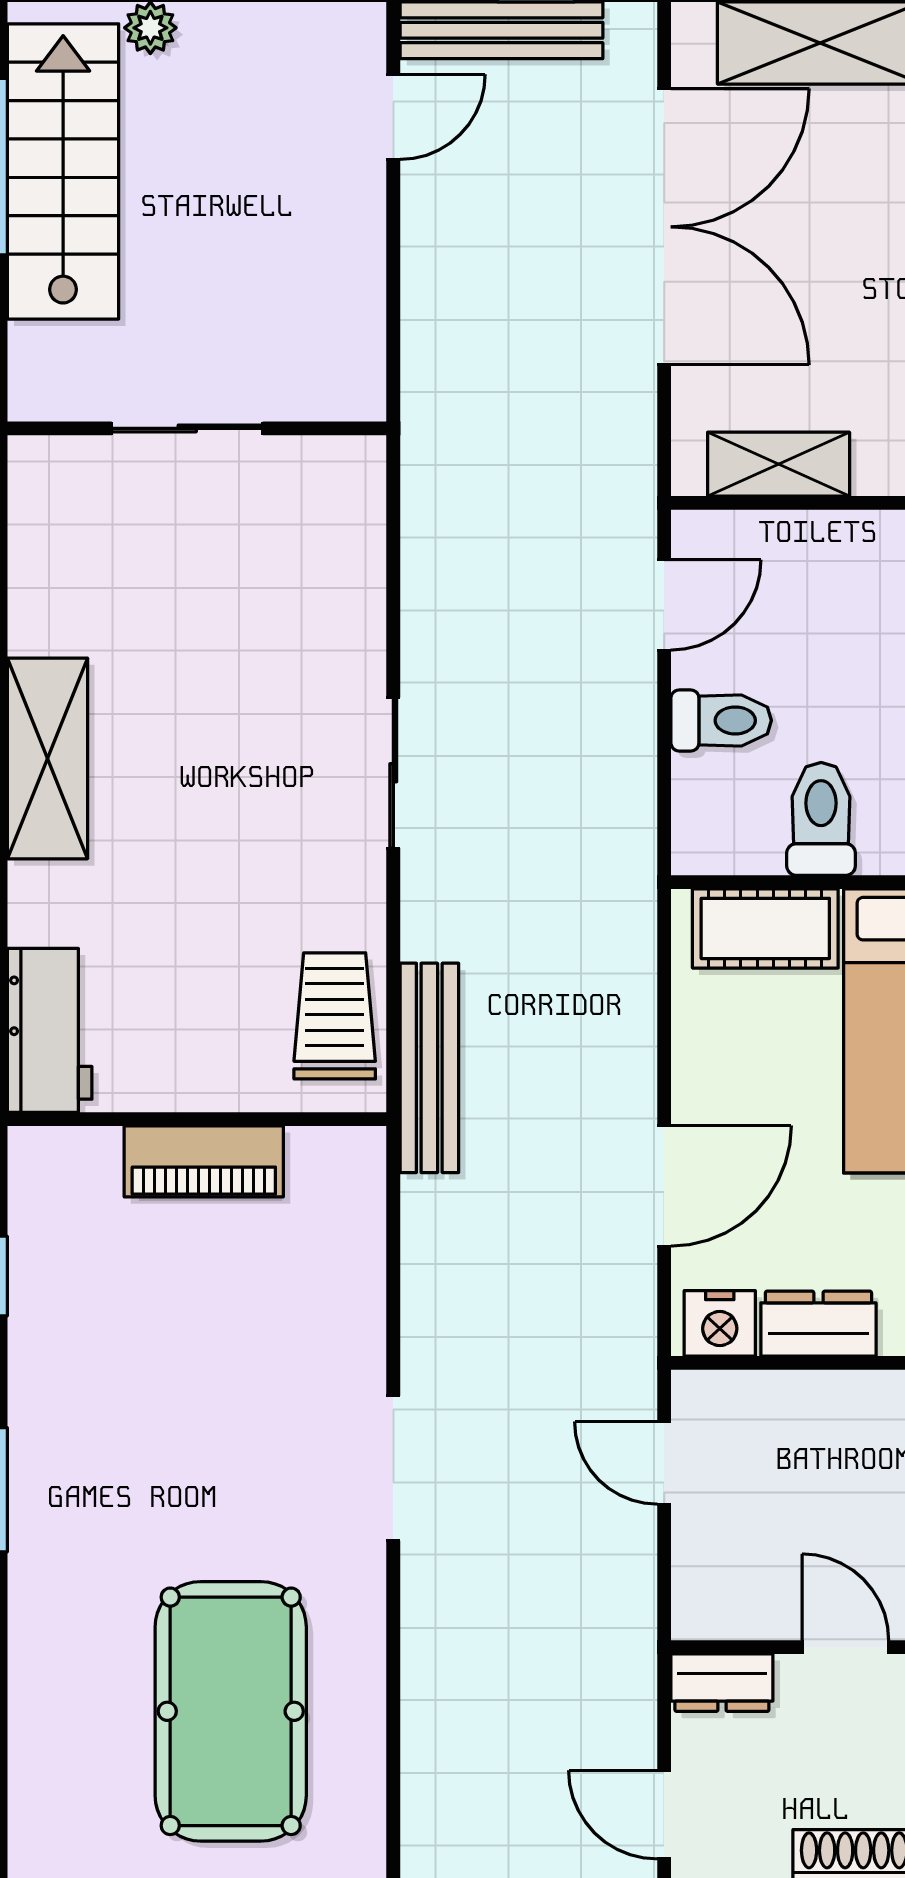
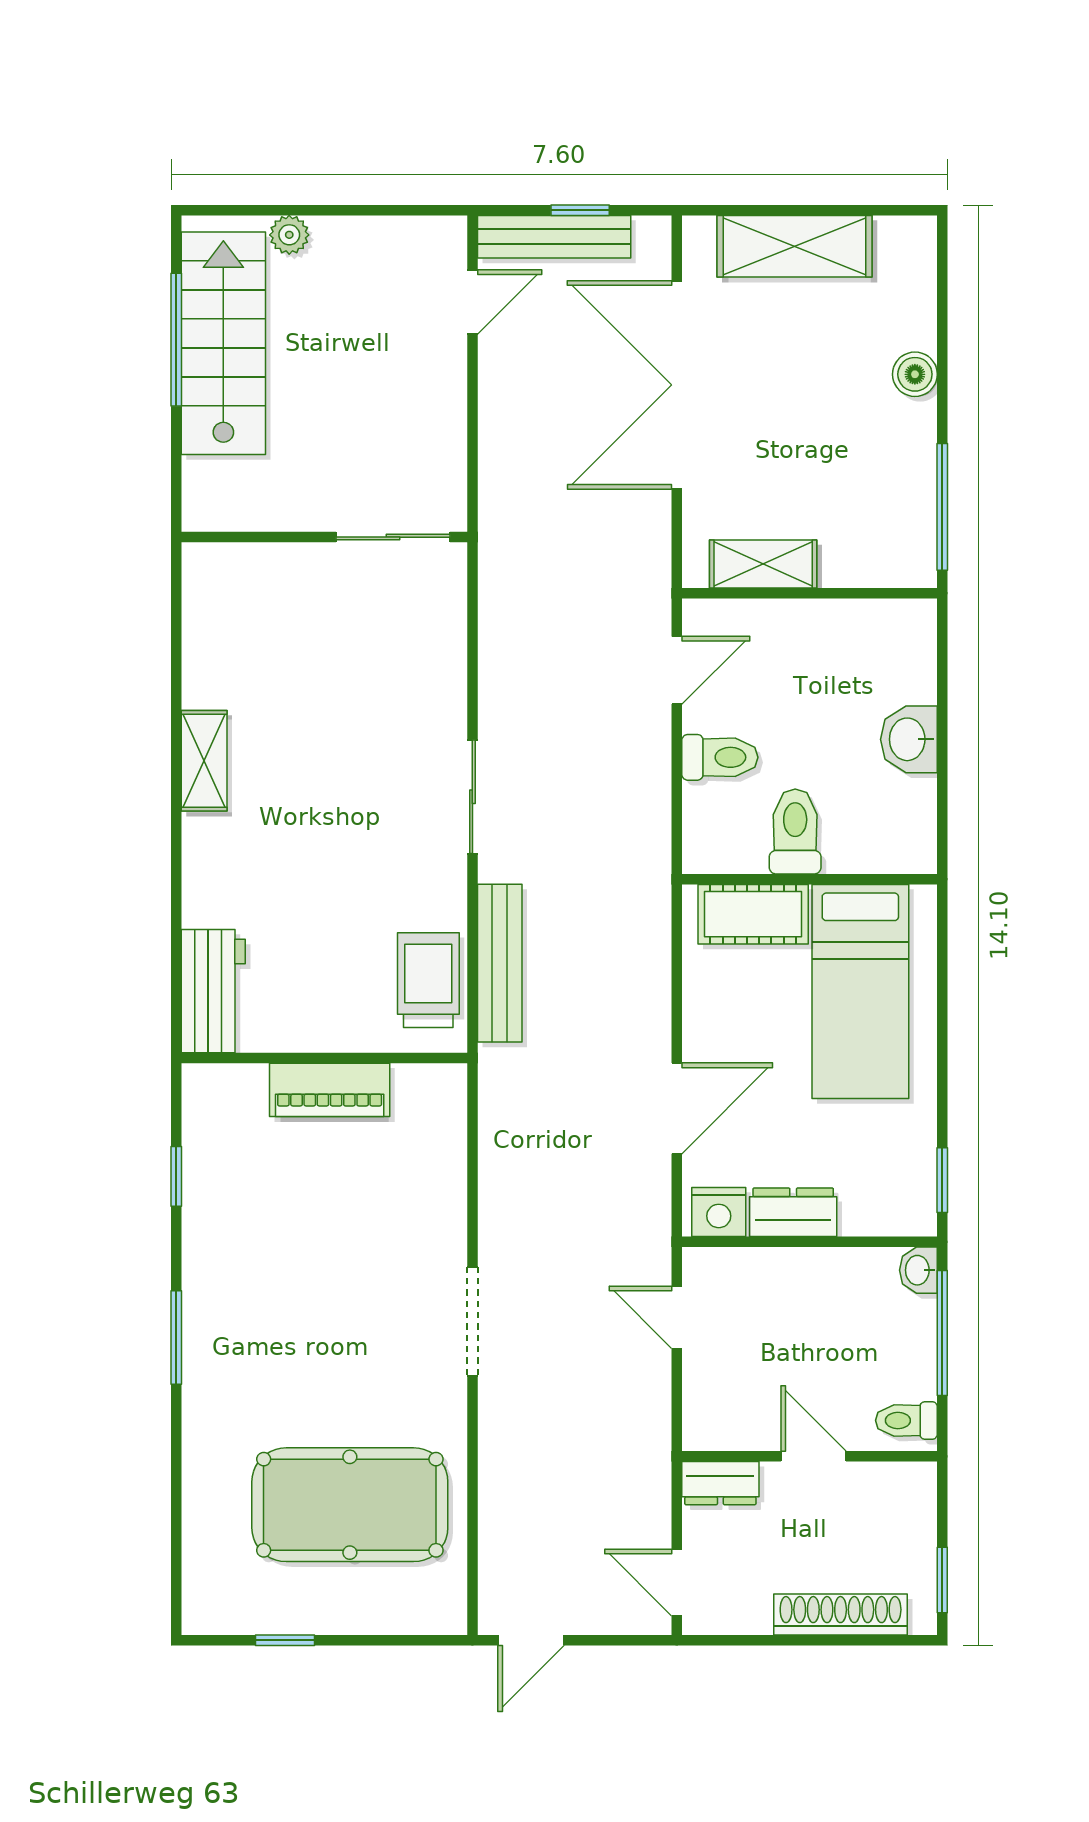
double door: (664, 227) -> (677, 385), swing flipped
sliding door: (187, 428) -> (393, 537), moved
shelving: (47, 758) -> (204, 761), width x0.67, depth x0.75
bench: (429, 1068) -> (500, 963), moved
pool table: (231, 1711) -> (350, 1505), turned 90

